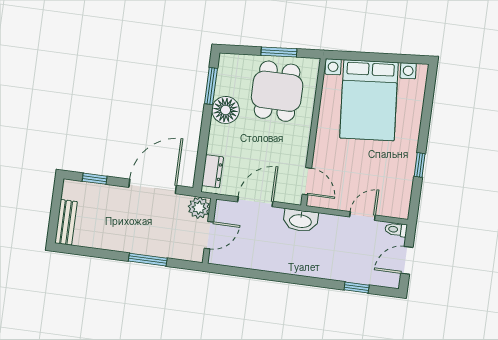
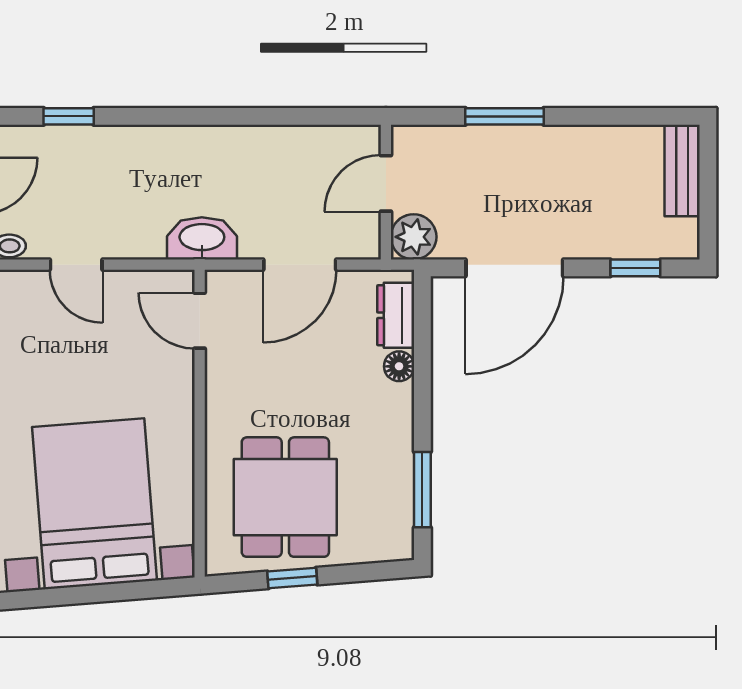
window: (279, 52) -> (292, 578), width x0.67
floor lamp: (226, 110) -> (399, 366), moved, width x0.53, depth x0.53
door: (362, 216) -> (76, 265), hinge flipped

